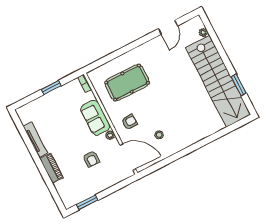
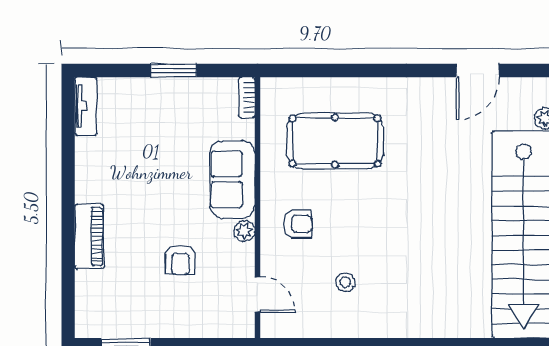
tv unit: (35, 140) -> (86, 106), moved, width x0.71
door: (128, 157) -> (258, 295), width x0.53

